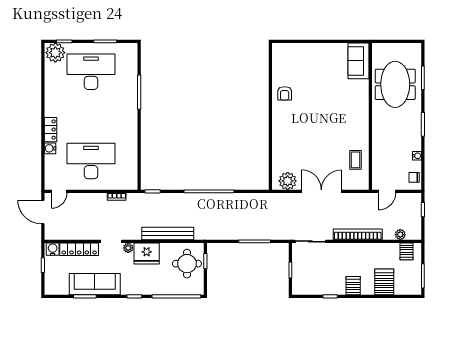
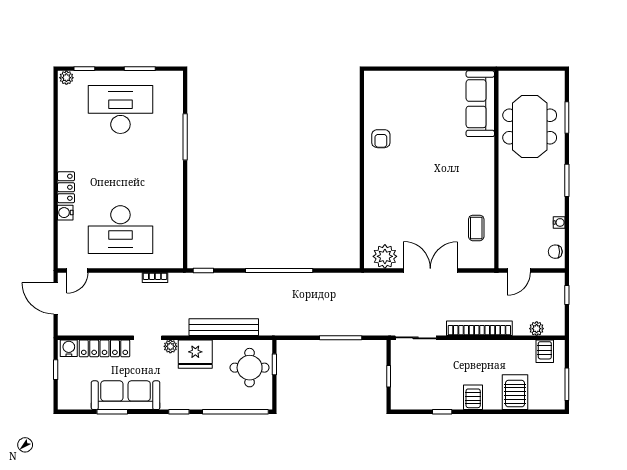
plant: (55, 53) -> (66, 78), width x0.53, depth x0.53
sofa: (358, 61) -> (480, 104), width x1.36
desk: (91, 161) -> (120, 230), turned 180

